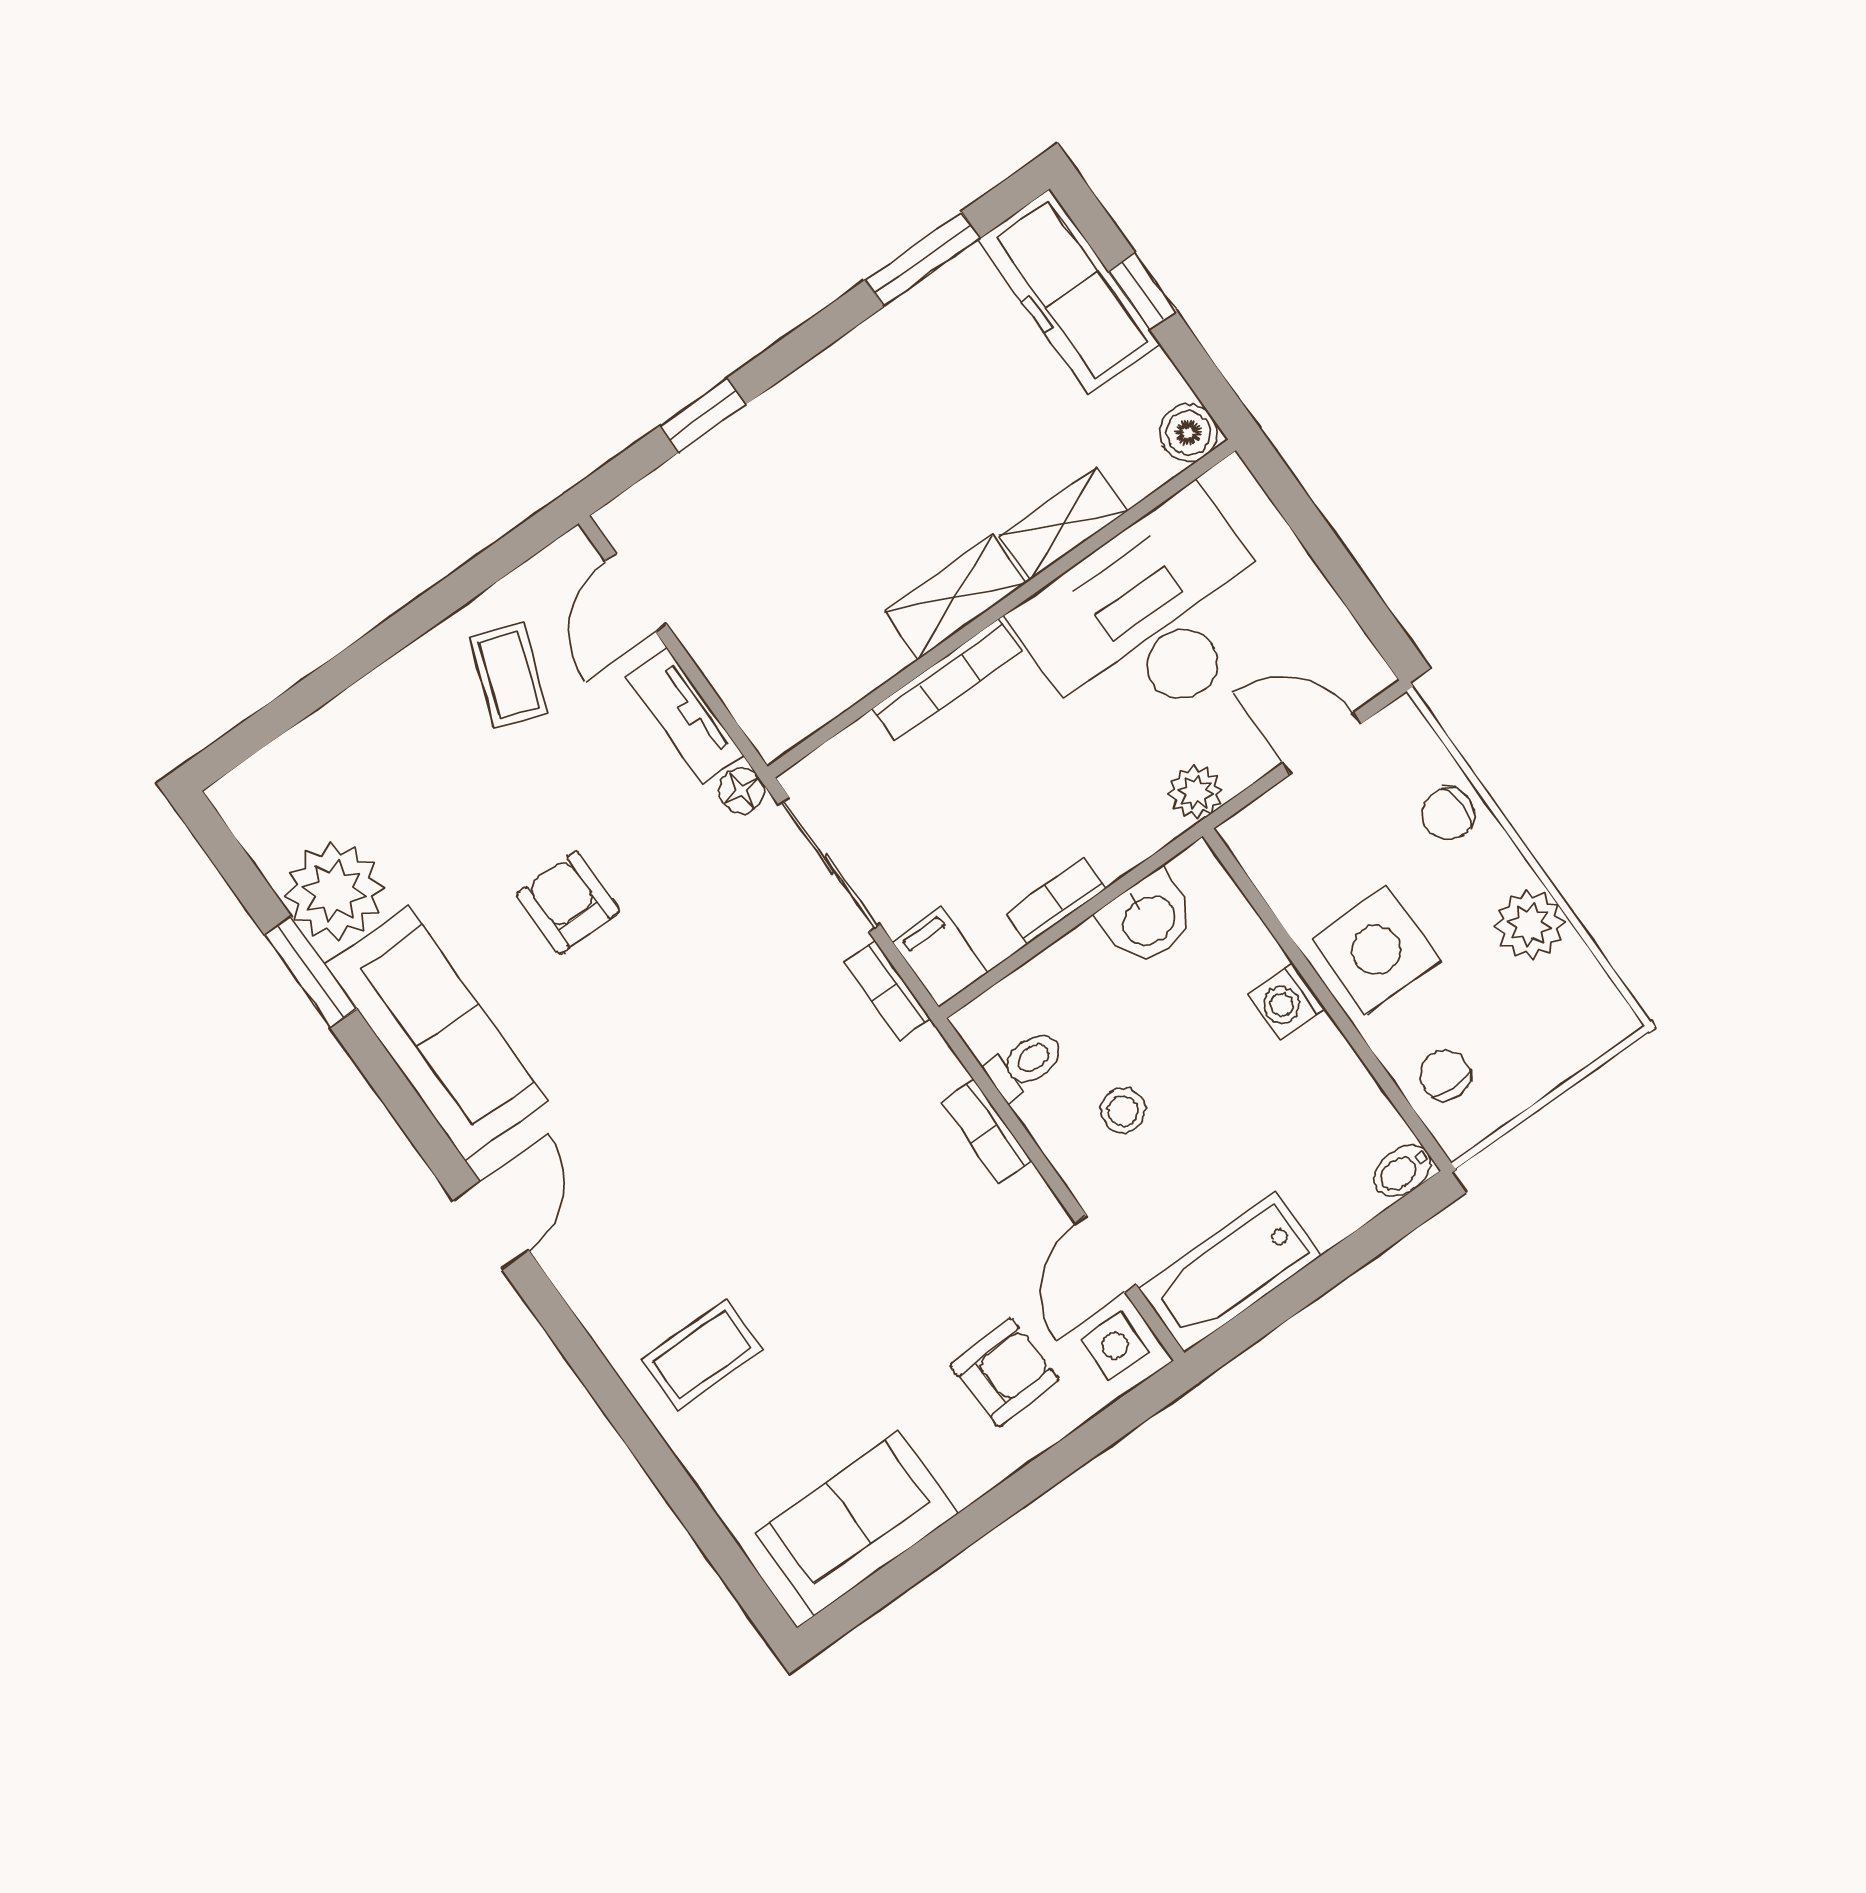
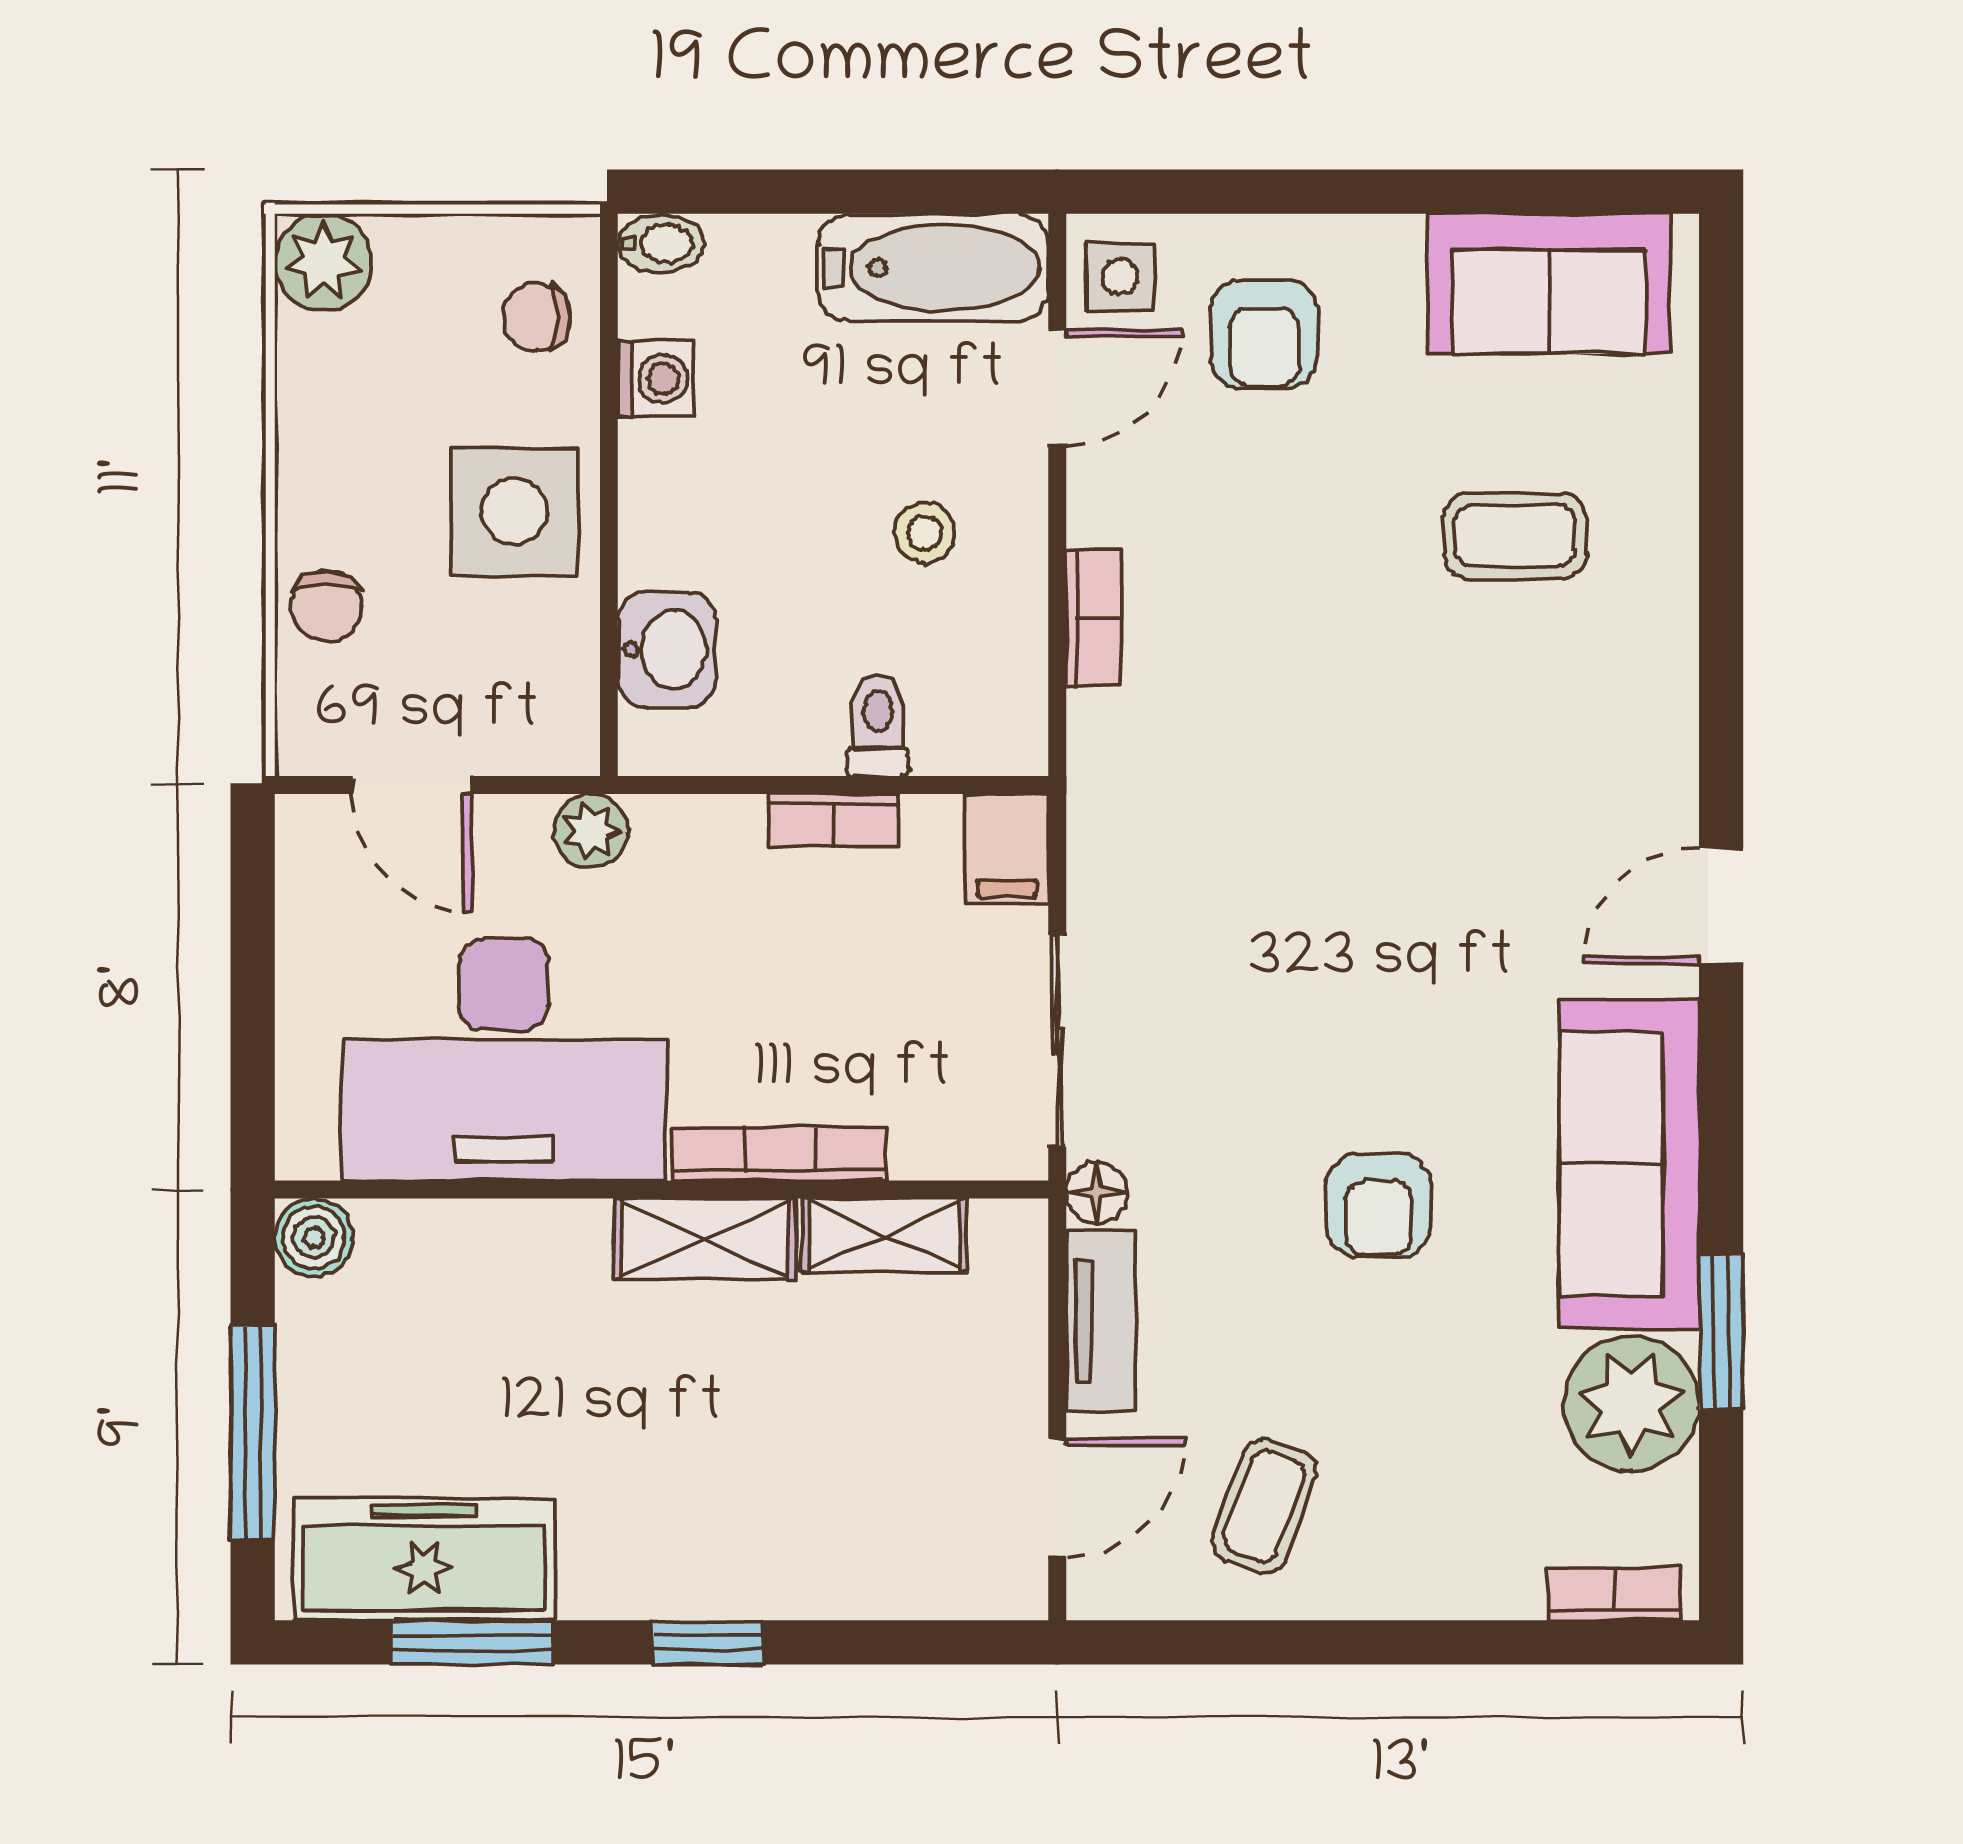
window: (1142, 291) -> (253, 1432), width x2.17
freezer: (1069, 292) -> (424, 1560), moved, turned -90
window: (703, 415) -> (708, 1642), moved
shelving: (1063, 524) -> (884, 1235), moved
chair: (1448, 814) -> (326, 606), turned 90
washbasin: (1148, 919) -> (667, 649), moved, turned 90
plant: (1530, 925) -> (323, 262), moved
bookcase: (887, 991) -> (1615, 1594), moved, turned -90
washing machine: (1286, 1002) -> (656, 379), moved
toilet: (1025, 1064) -> (878, 725), moved, turned 90
chair: (1445, 1075) -> (537, 317), turned 90
coffee table: (702, 1355) -> (1515, 536), moved
armchair: (1005, 1373) -> (1264, 334), turned -87

